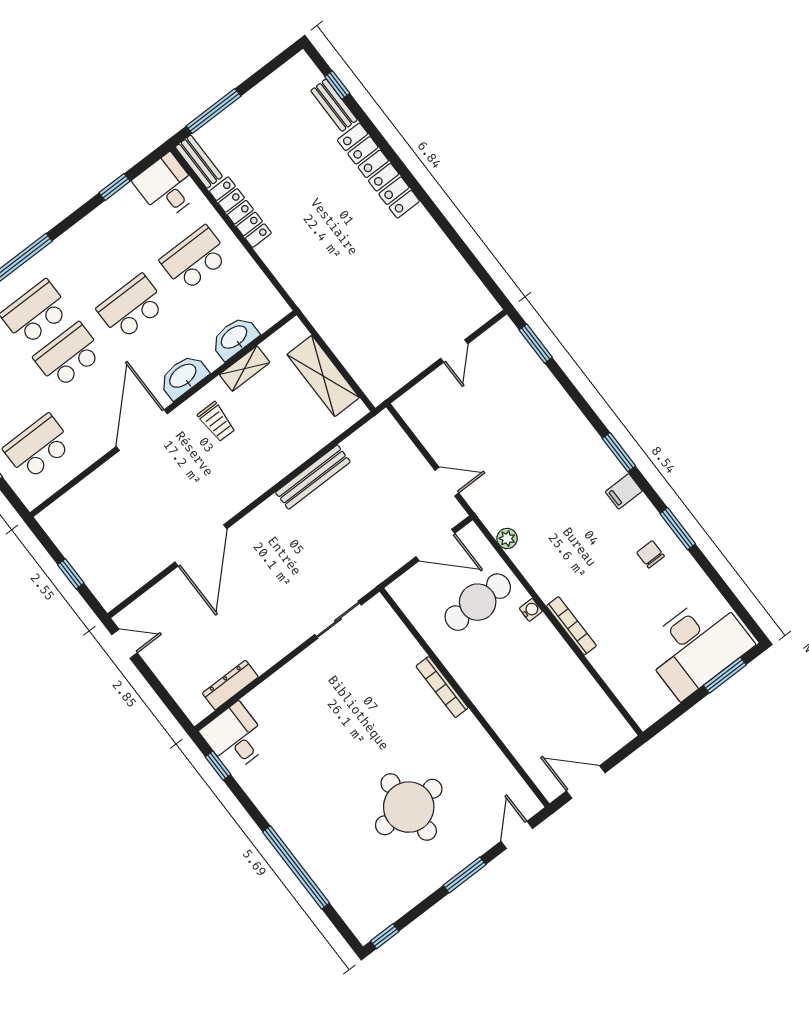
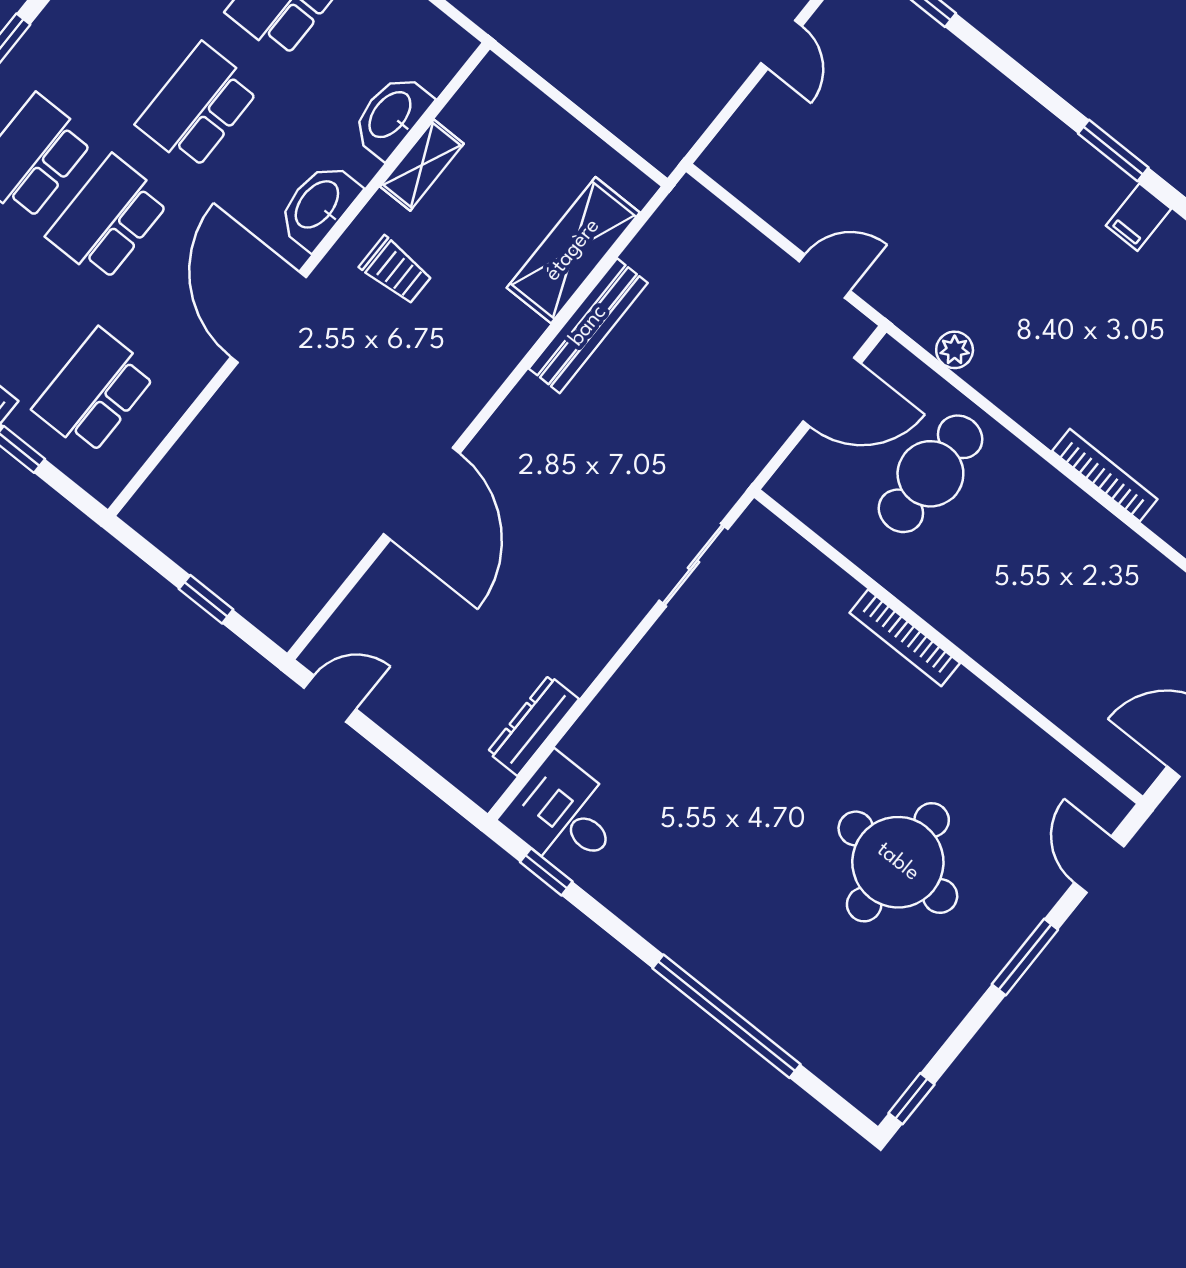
shelving: (323, 376) -> (573, 250), moved, turned 90
water cooler: (531, 610) -> (1027, 465), removed

